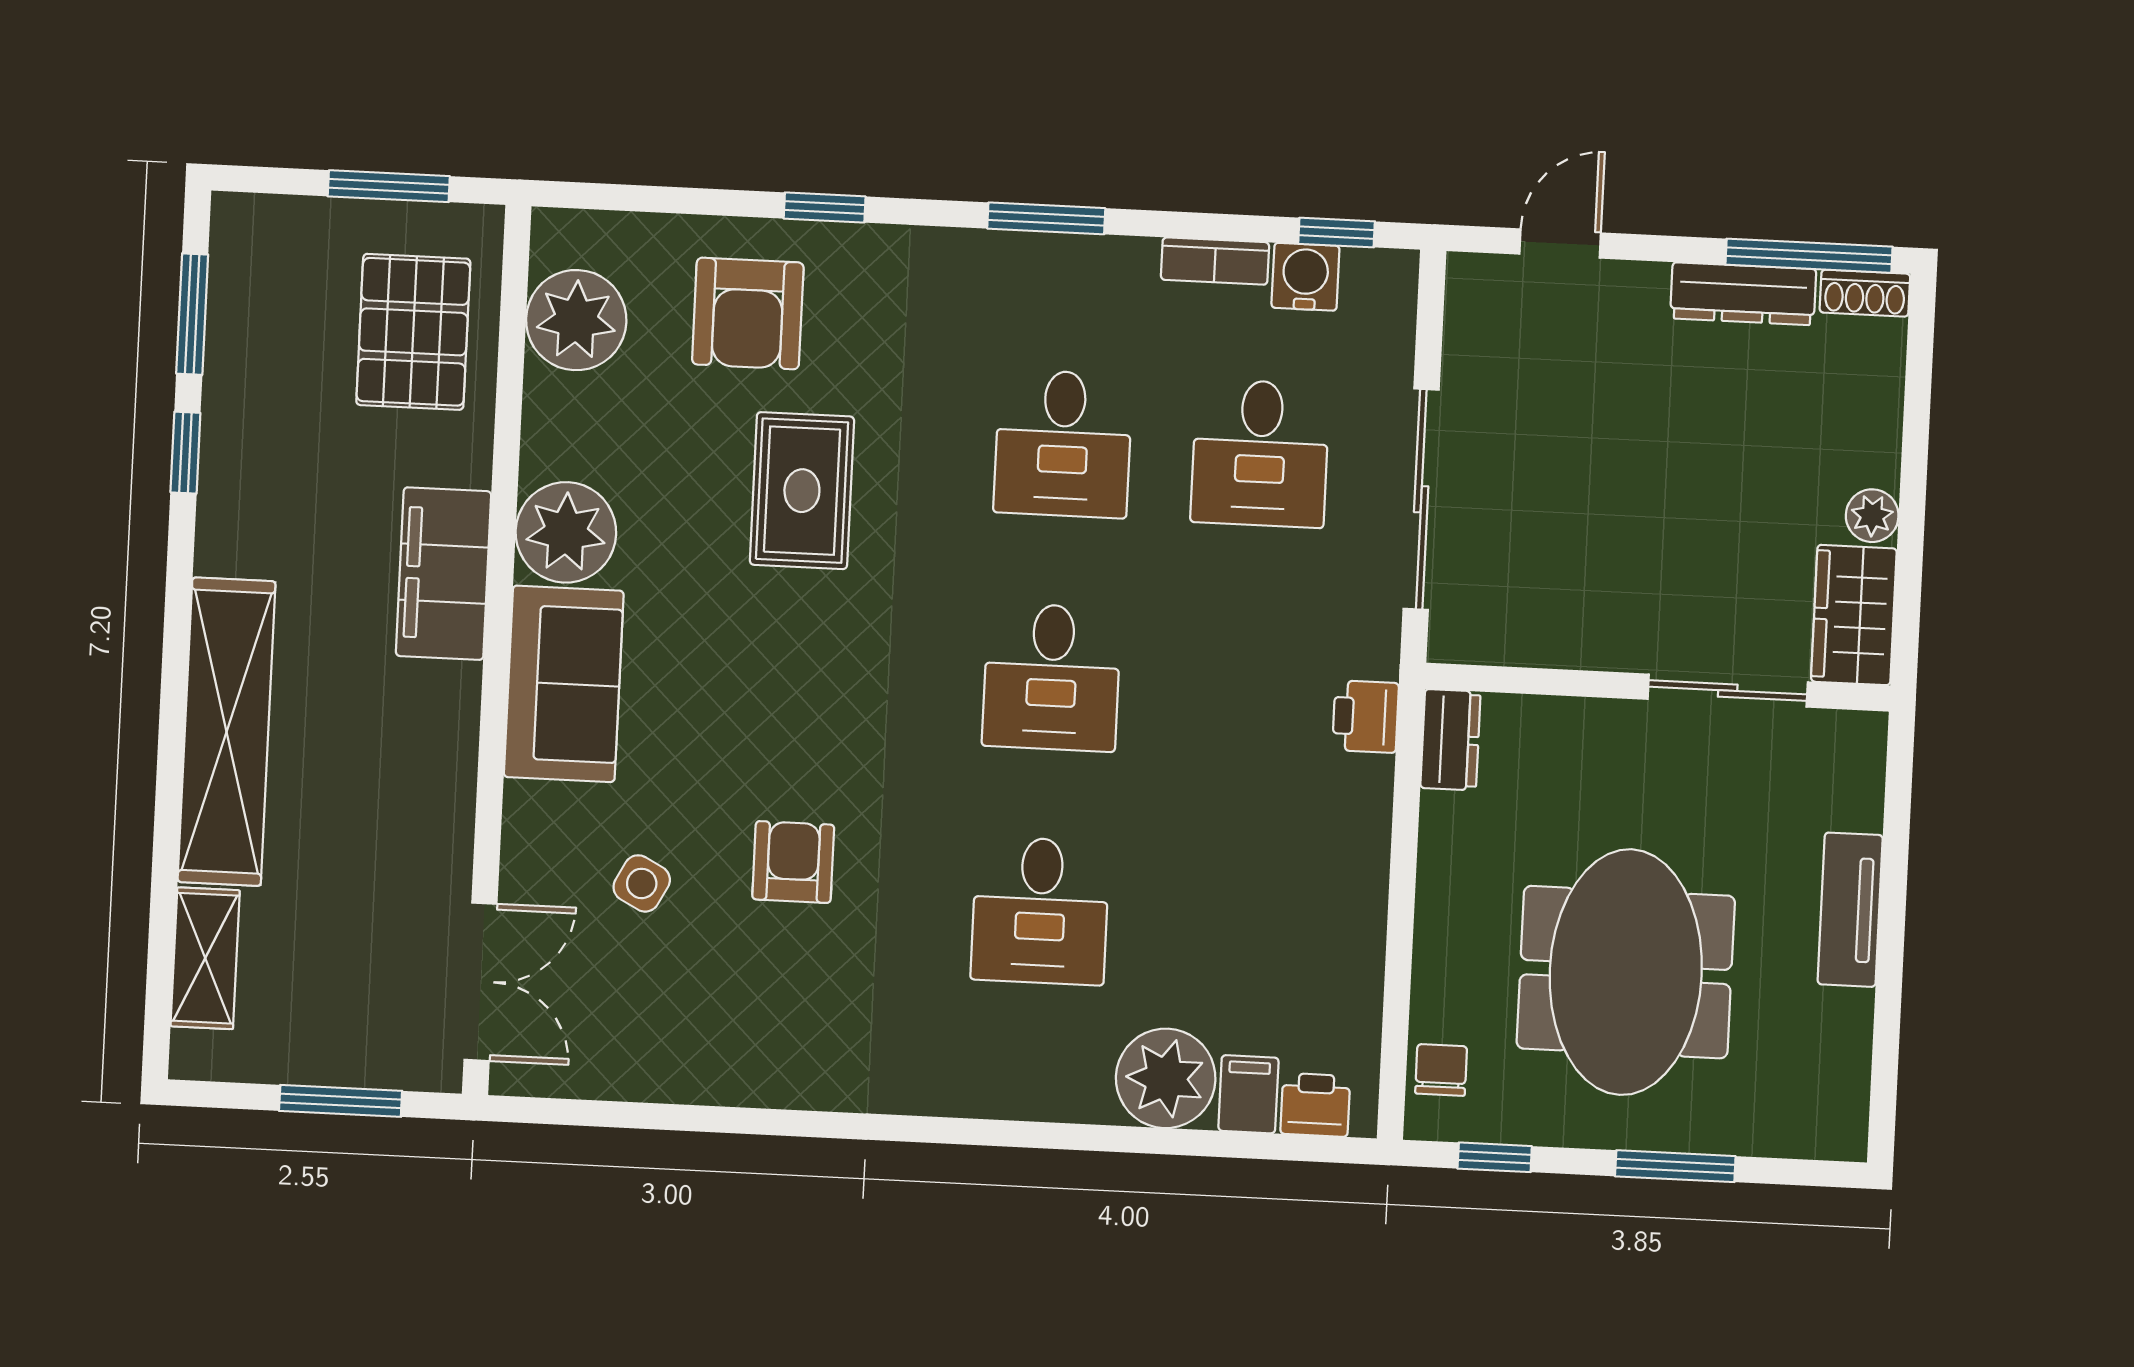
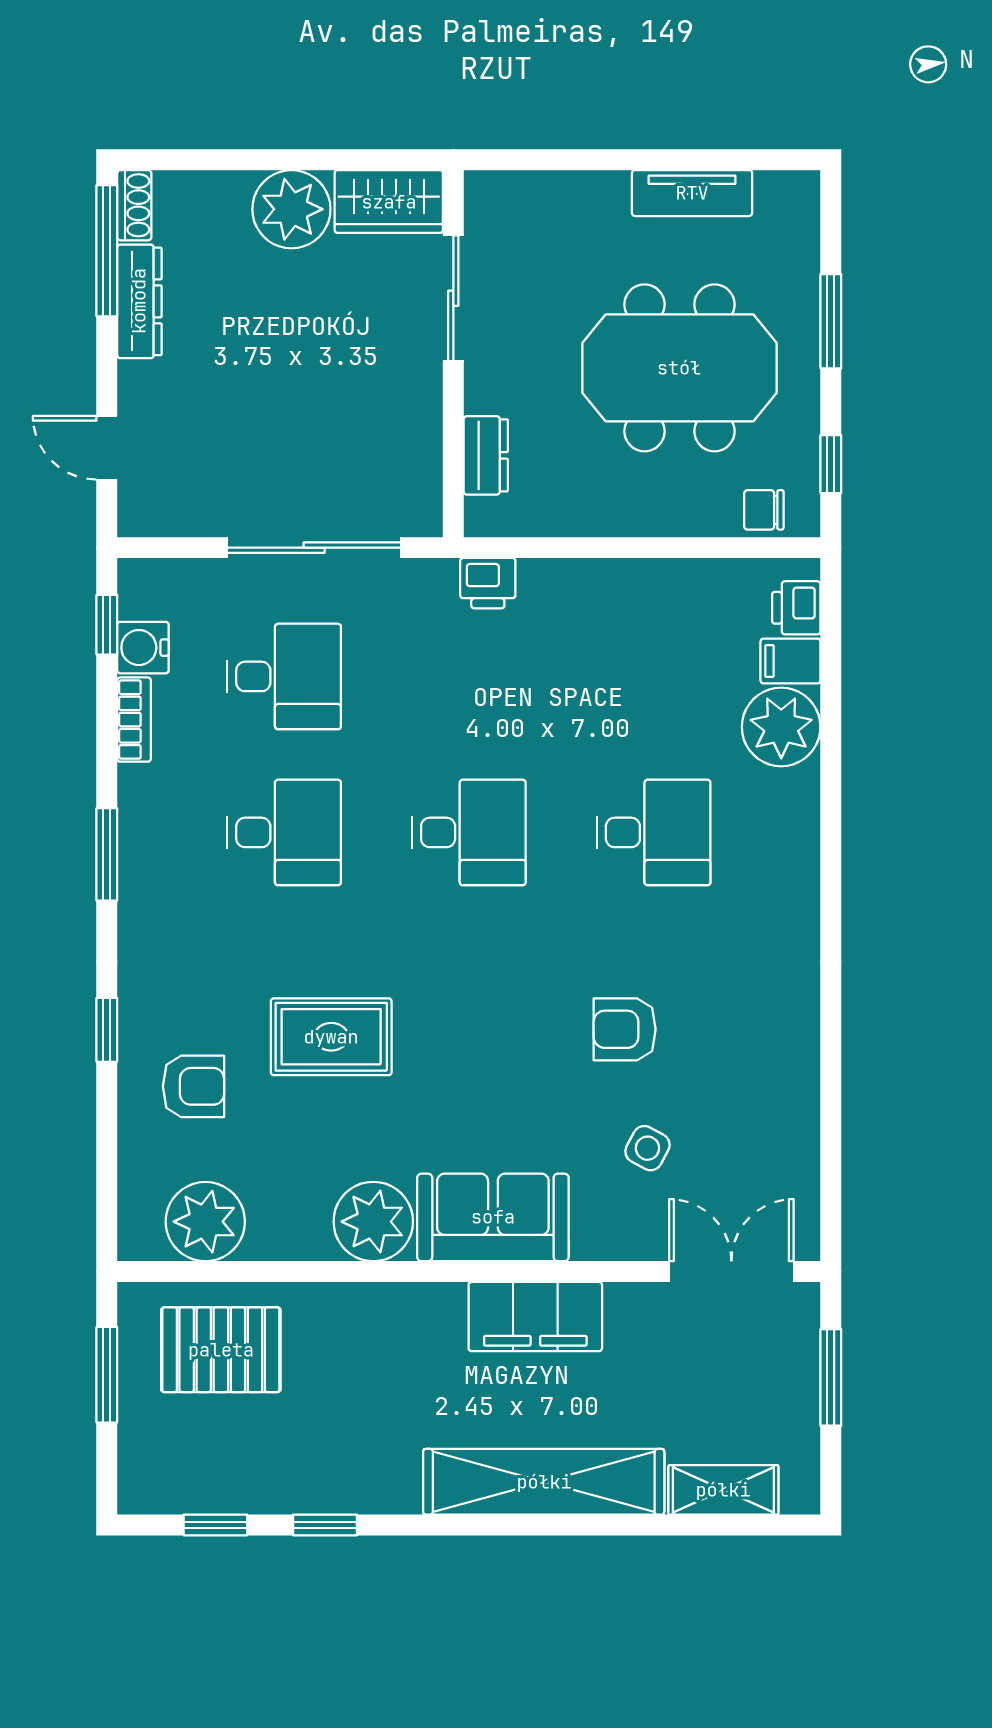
armchair: (748, 313) -> (193, 1086), width x0.72, depth x0.72
window: (192, 314) -> (215, 1525), width x0.67
plant: (1872, 516) -> (291, 209), width x1.87, depth x1.87
filing cabinet: (444, 574) -> (535, 1317), moved
dresser: (1450, 740) -> (486, 455), moved, turned 90
tv unit: (1850, 910) -> (692, 193), moved

